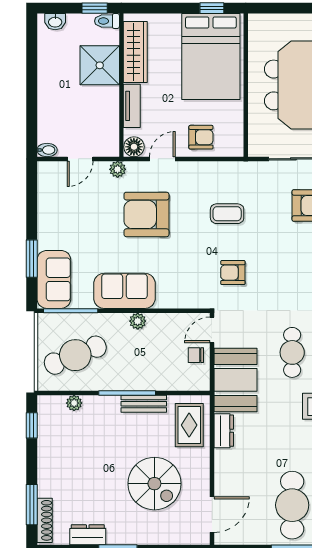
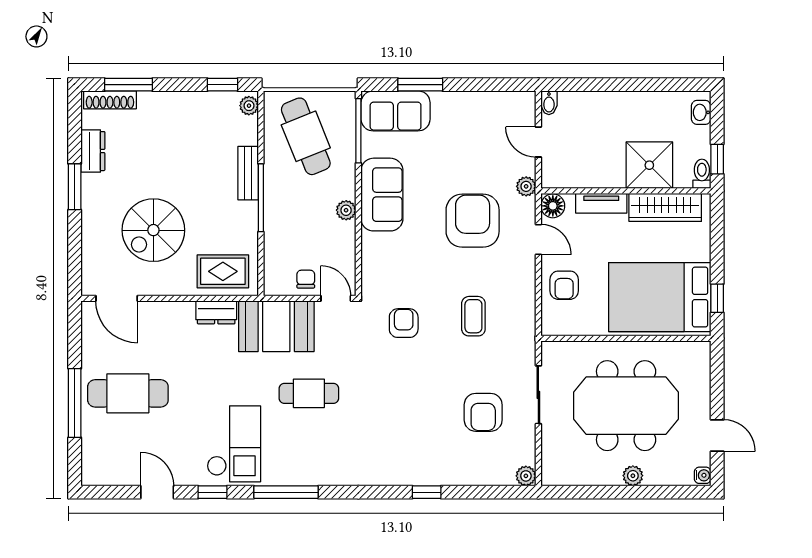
plant: (74, 403) -> (249, 106), moved
bench: (144, 404) -> (248, 173), moved

